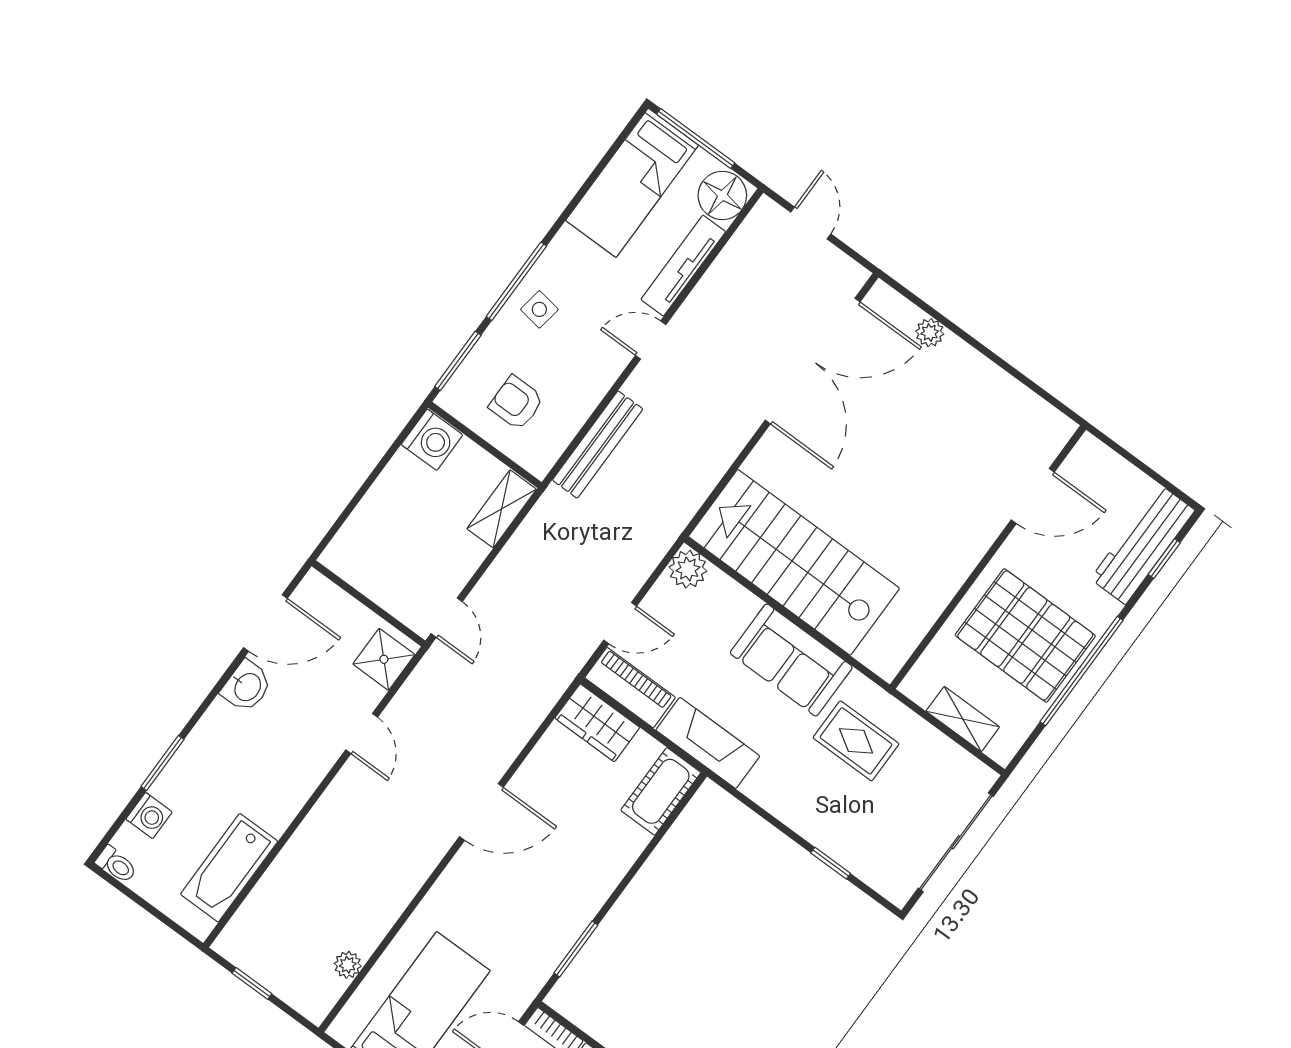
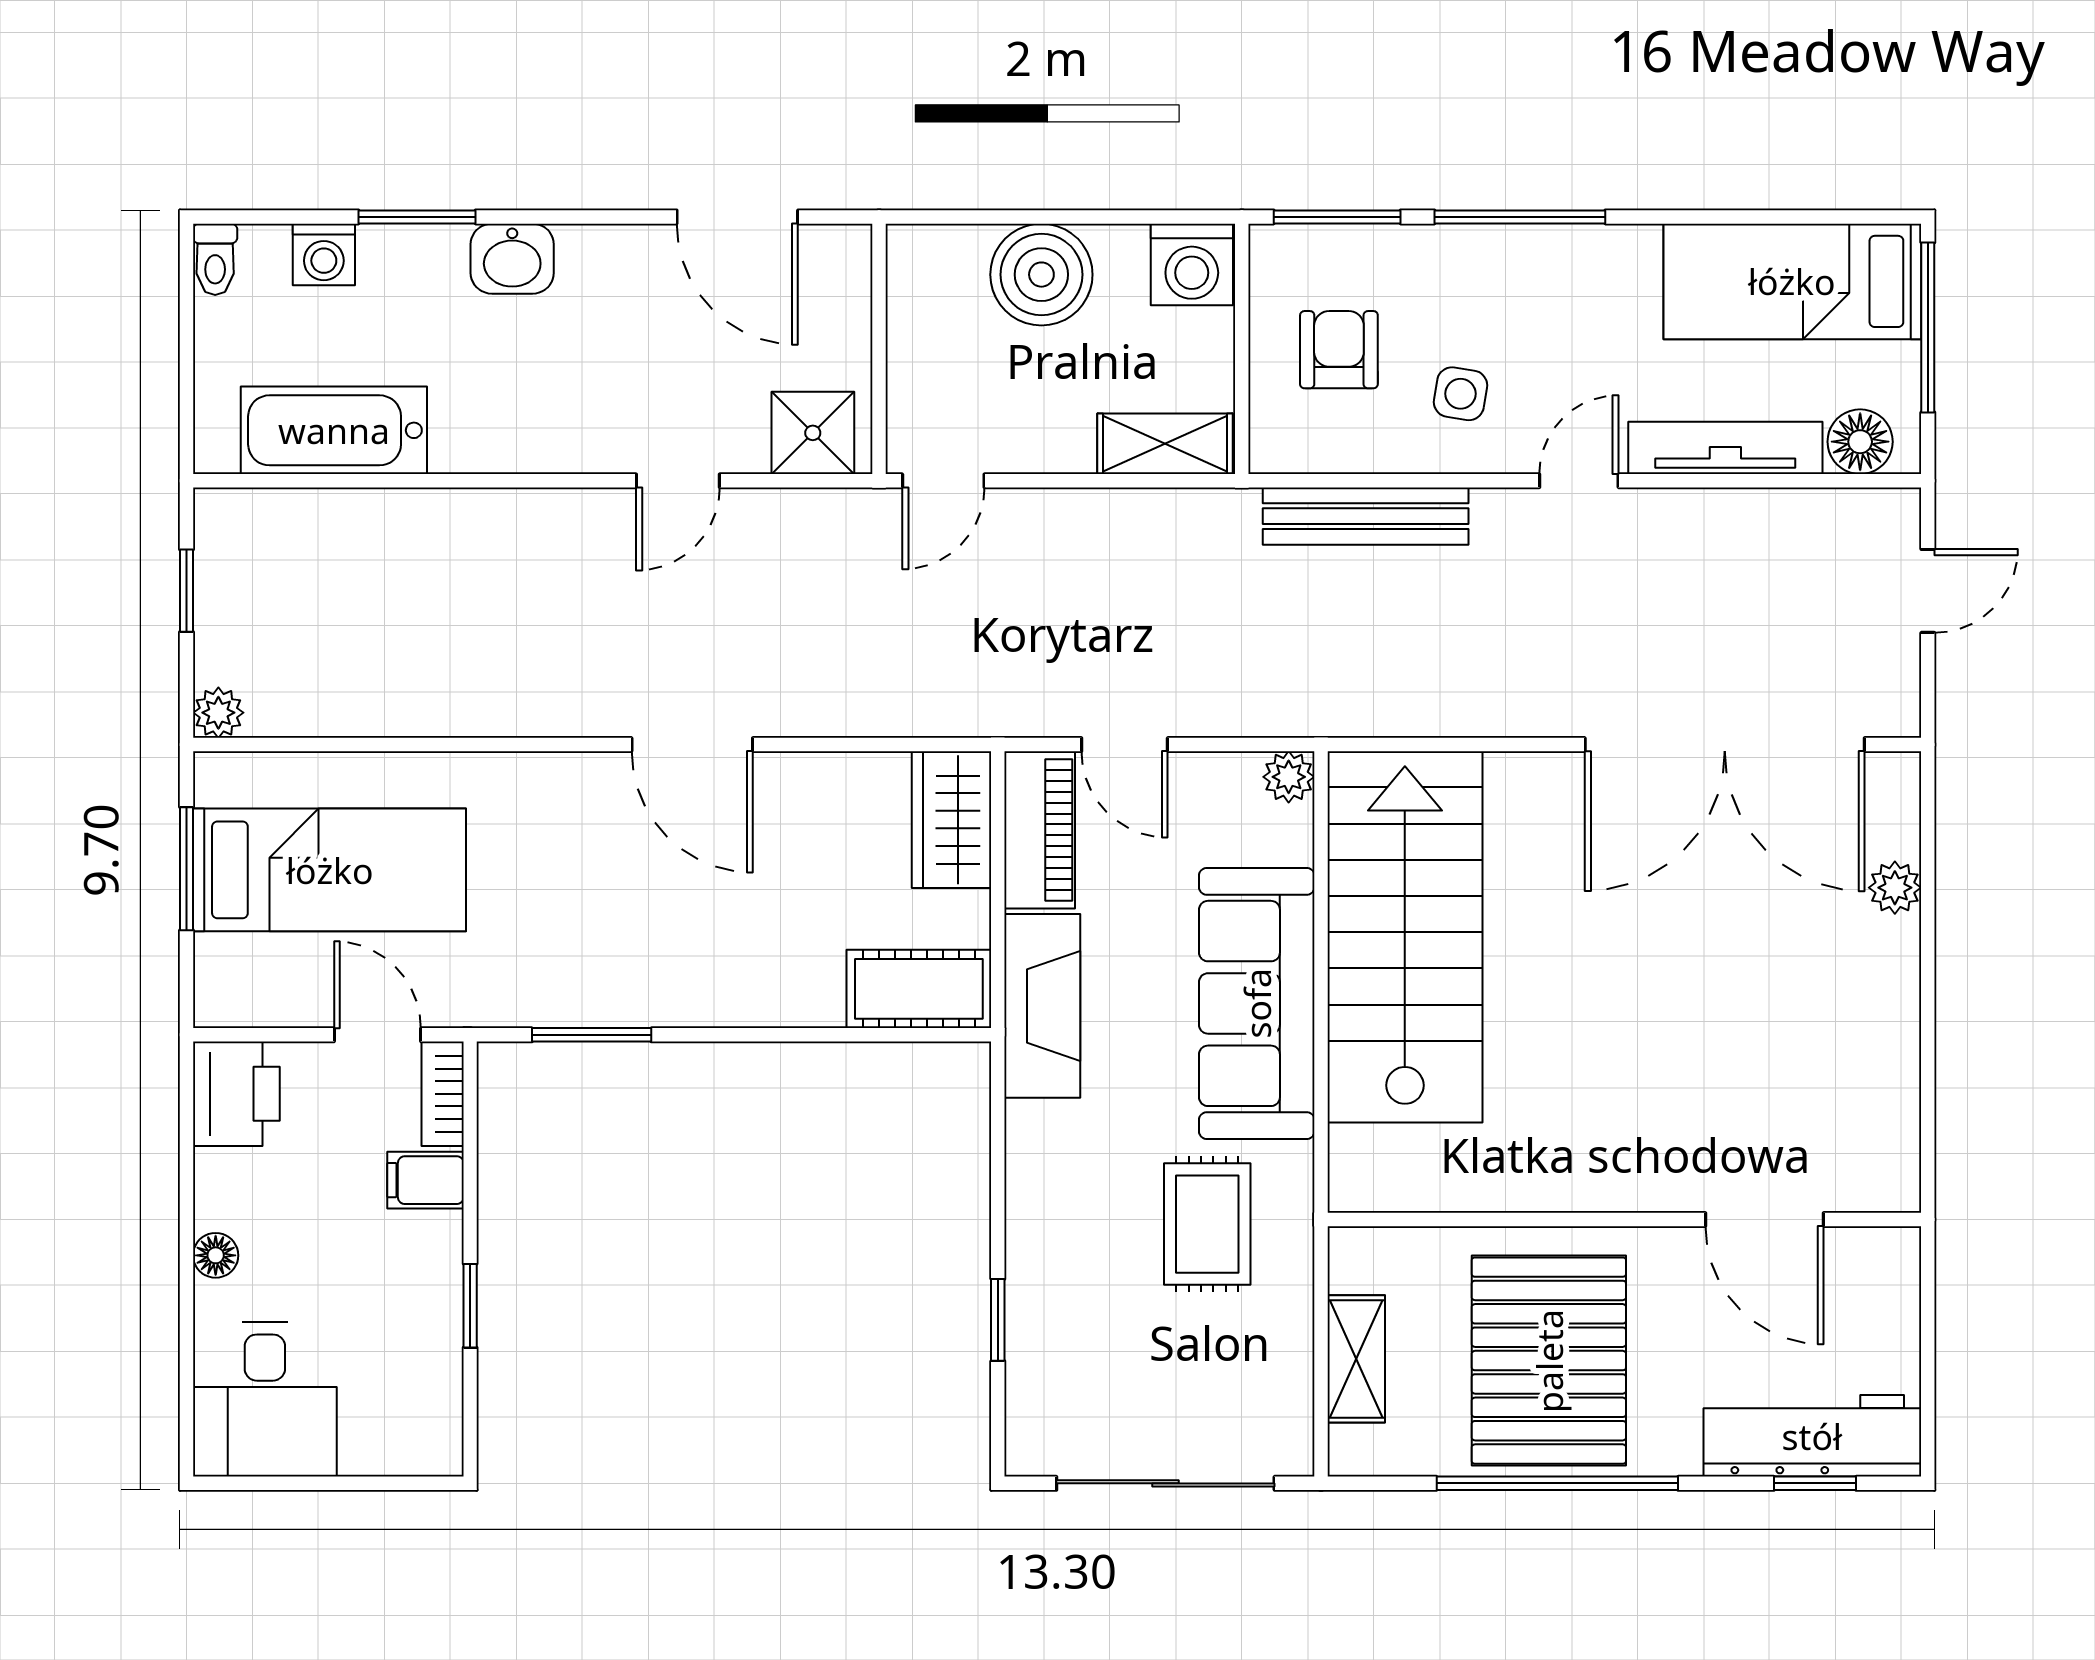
floor lamp: (722, 195) -> (1860, 442), width x0.73, depth x0.73
side table: (539, 309) -> (1460, 394), moved
door: (651, 340) -> (1579, 481), hinge flipped
boiler: (388, 509) -> (1041, 275), added
plant: (688, 569) -> (1289, 777), width x0.73, depth x0.73
sofa: (791, 660) -> (1257, 1003), width x1.36
washbasin: (247, 686) -> (512, 259), moved
plant: (348, 965) -> (218, 713), moved

